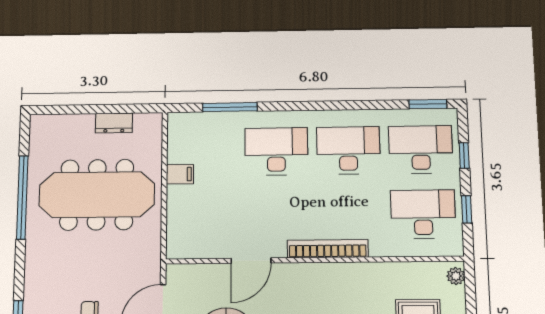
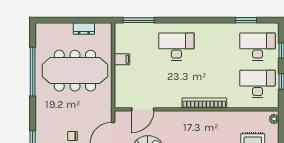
window: (428, 104) -> (246, 20), moved
window: (230, 107) -> (138, 20), moved
desk: (348, 150) -> (217, 47), removed
door: (251, 261) -> (143, 109), moved

